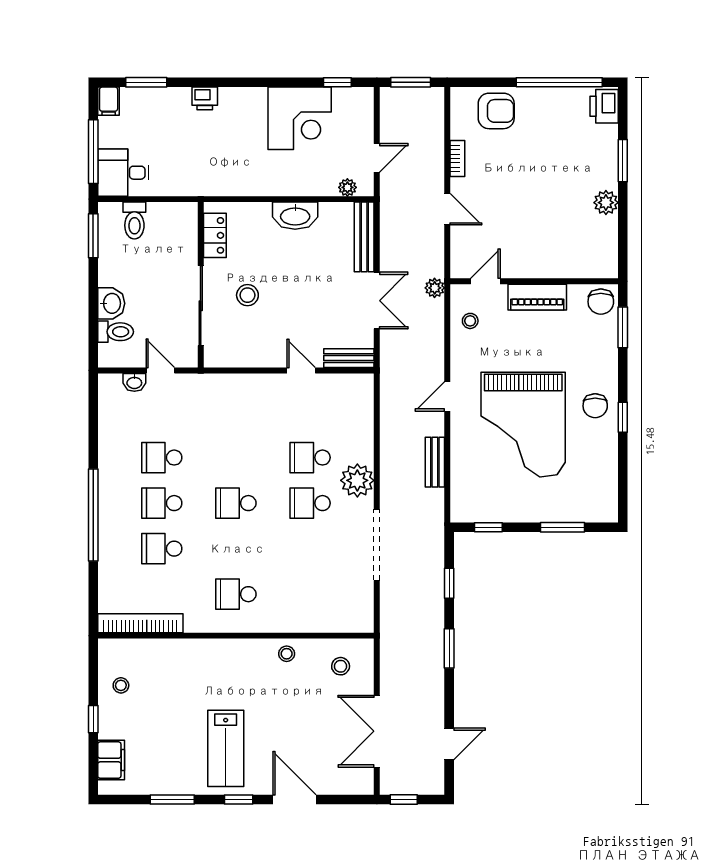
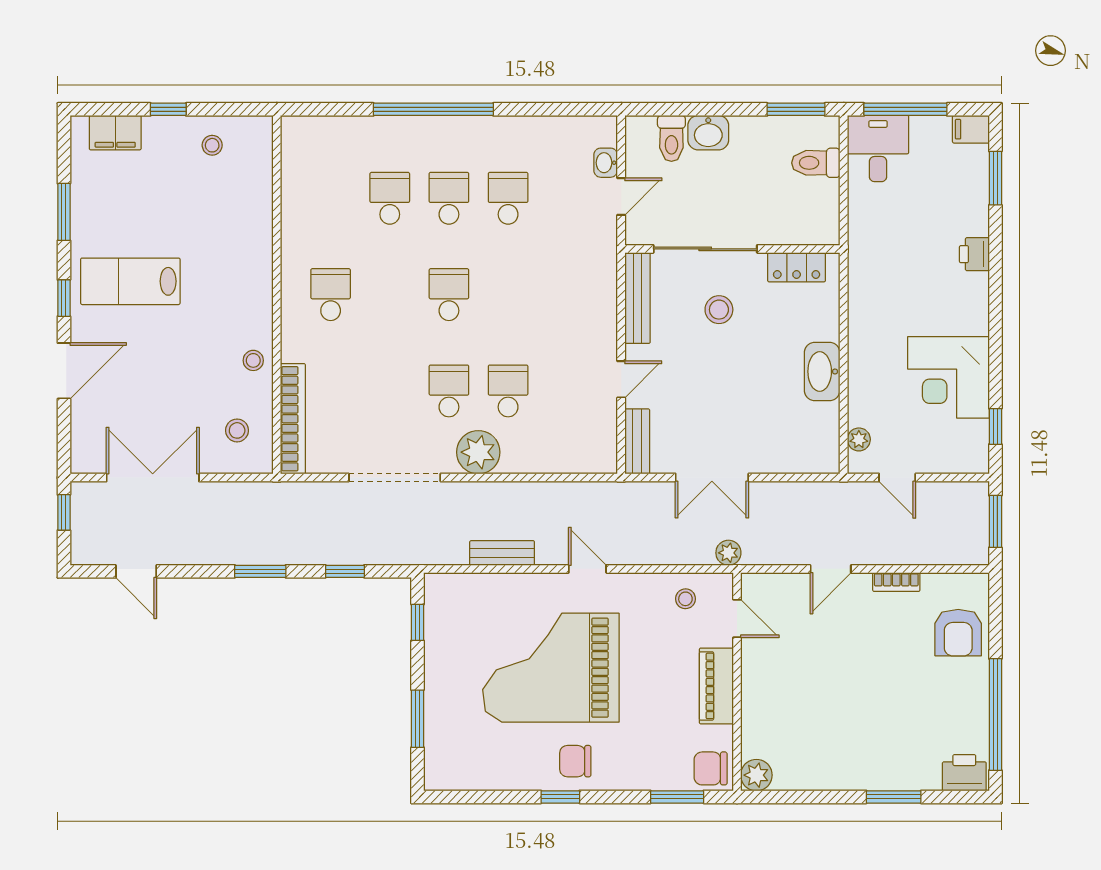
plant: (606, 203) -> (756, 775), moved
bench: (364, 237) -> (638, 298), moved, turned 90
bookcase: (140, 623) -> (293, 419), moved

